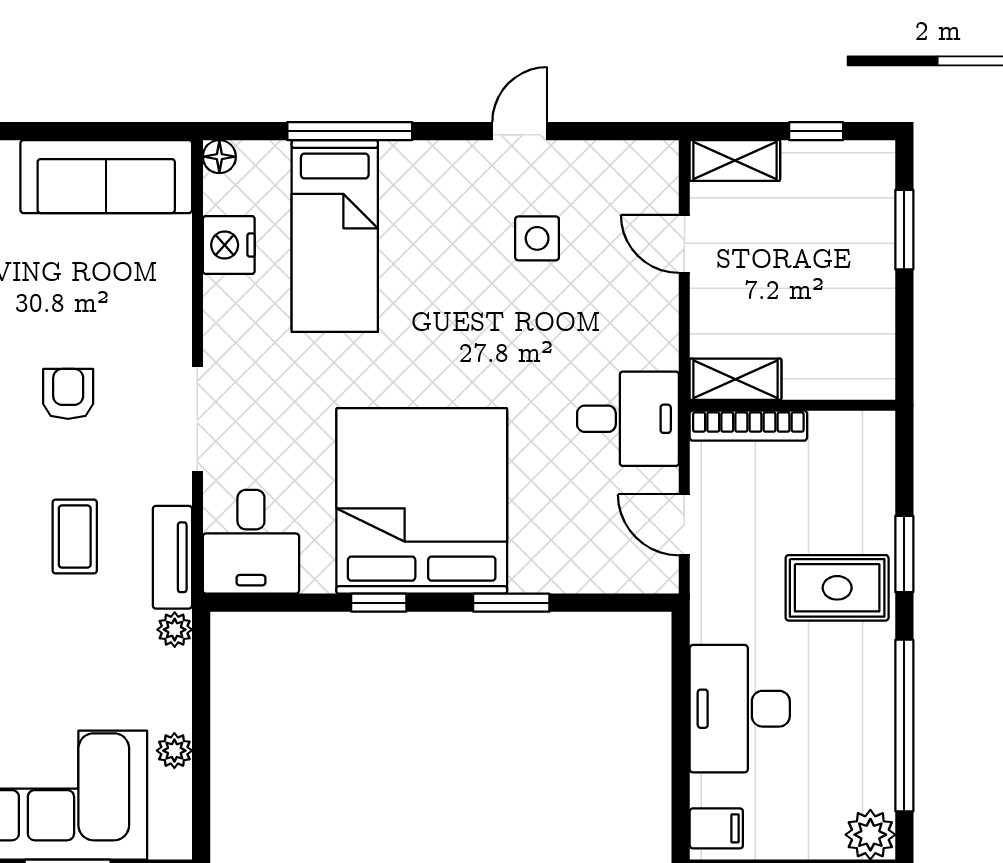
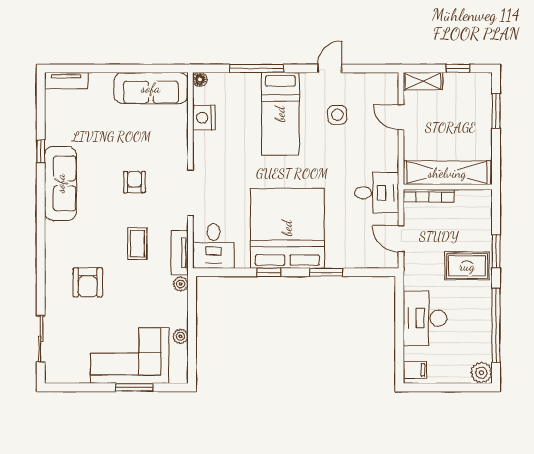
bed: (335, 236) -> (280, 114), moved
shelving: (736, 379) -> (447, 173), width x2.20, depth x1.33

